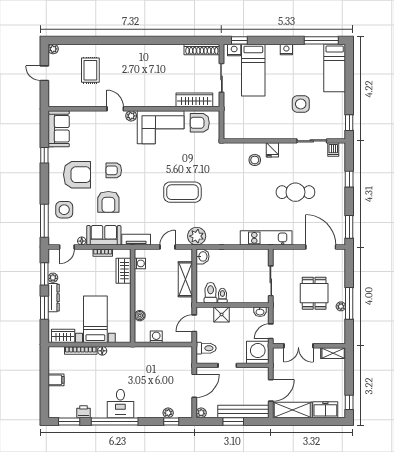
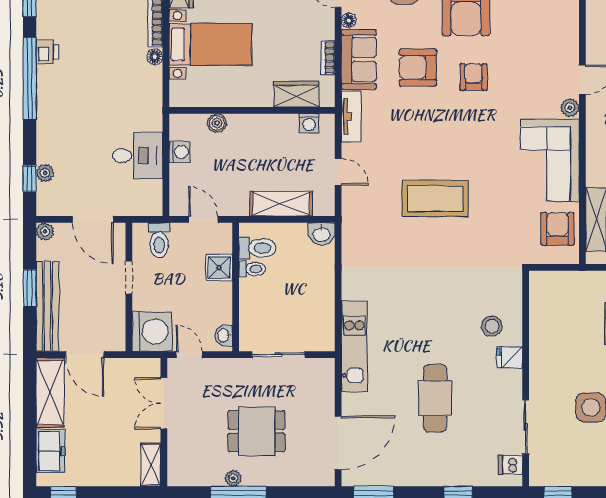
coffee table: (182, 192) -> (435, 198), turned 90
plant: (197, 236) -> (357, 223), removed
desk: (120, 404) -> (138, 156), moved, turned 180
printer: (84, 412) -> (47, 52), moved

